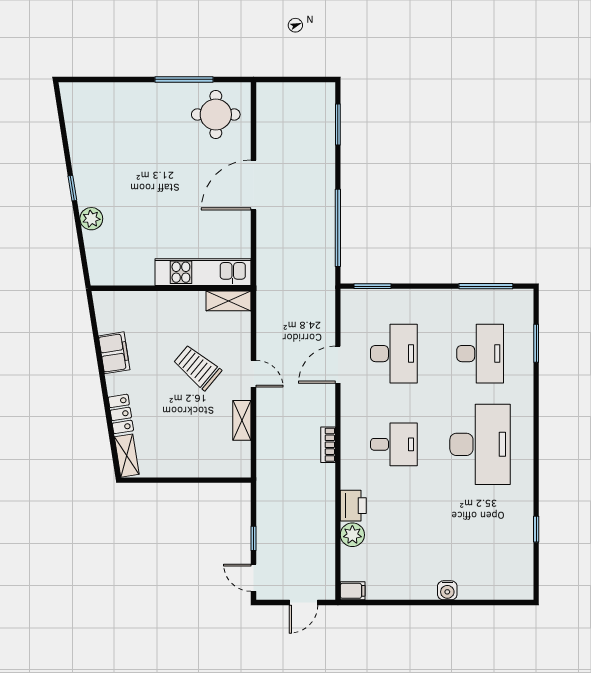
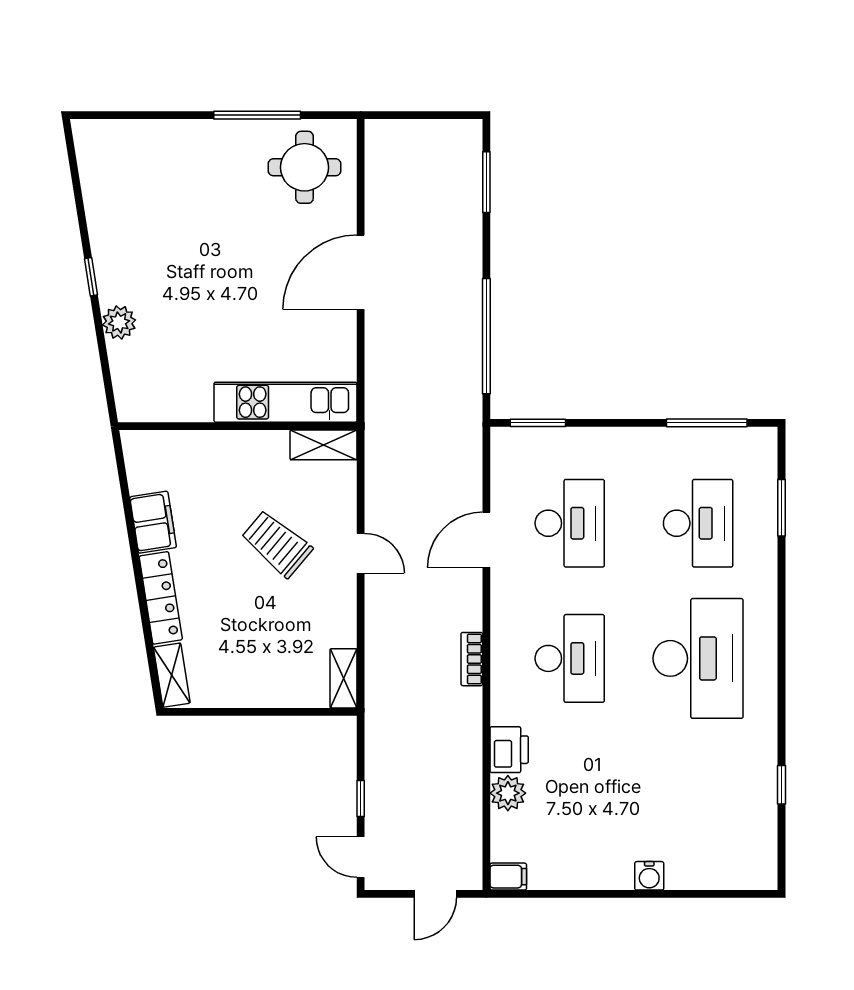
locker: (121, 414) -> (161, 598), width x1.53
shelving: (242, 420) -> (344, 678), moved
desk: (394, 444) -> (570, 658), width x1.37

